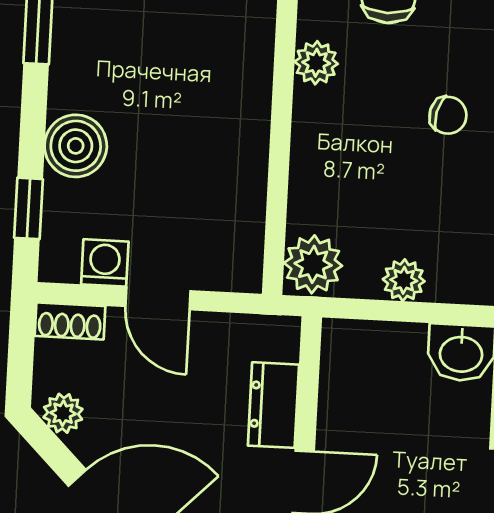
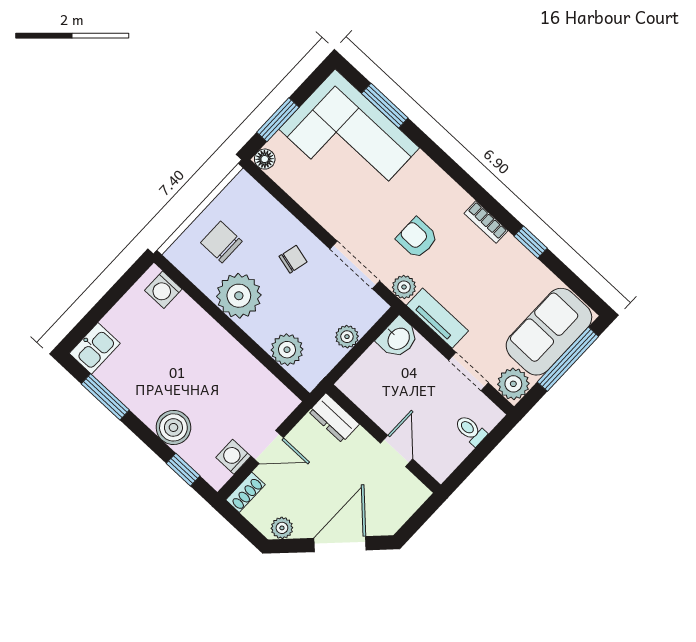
plant: (316, 63) -> (239, 296), width x1.88, depth x1.88
plant: (313, 264) -> (287, 350), moved
dresser: (273, 405) -> (334, 418), moved

